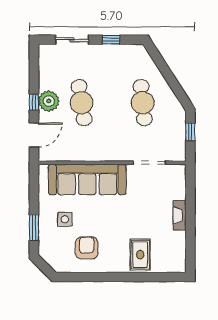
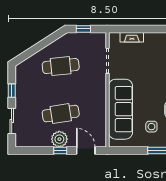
fireplace: (180, 215) -> (132, 37), moved

